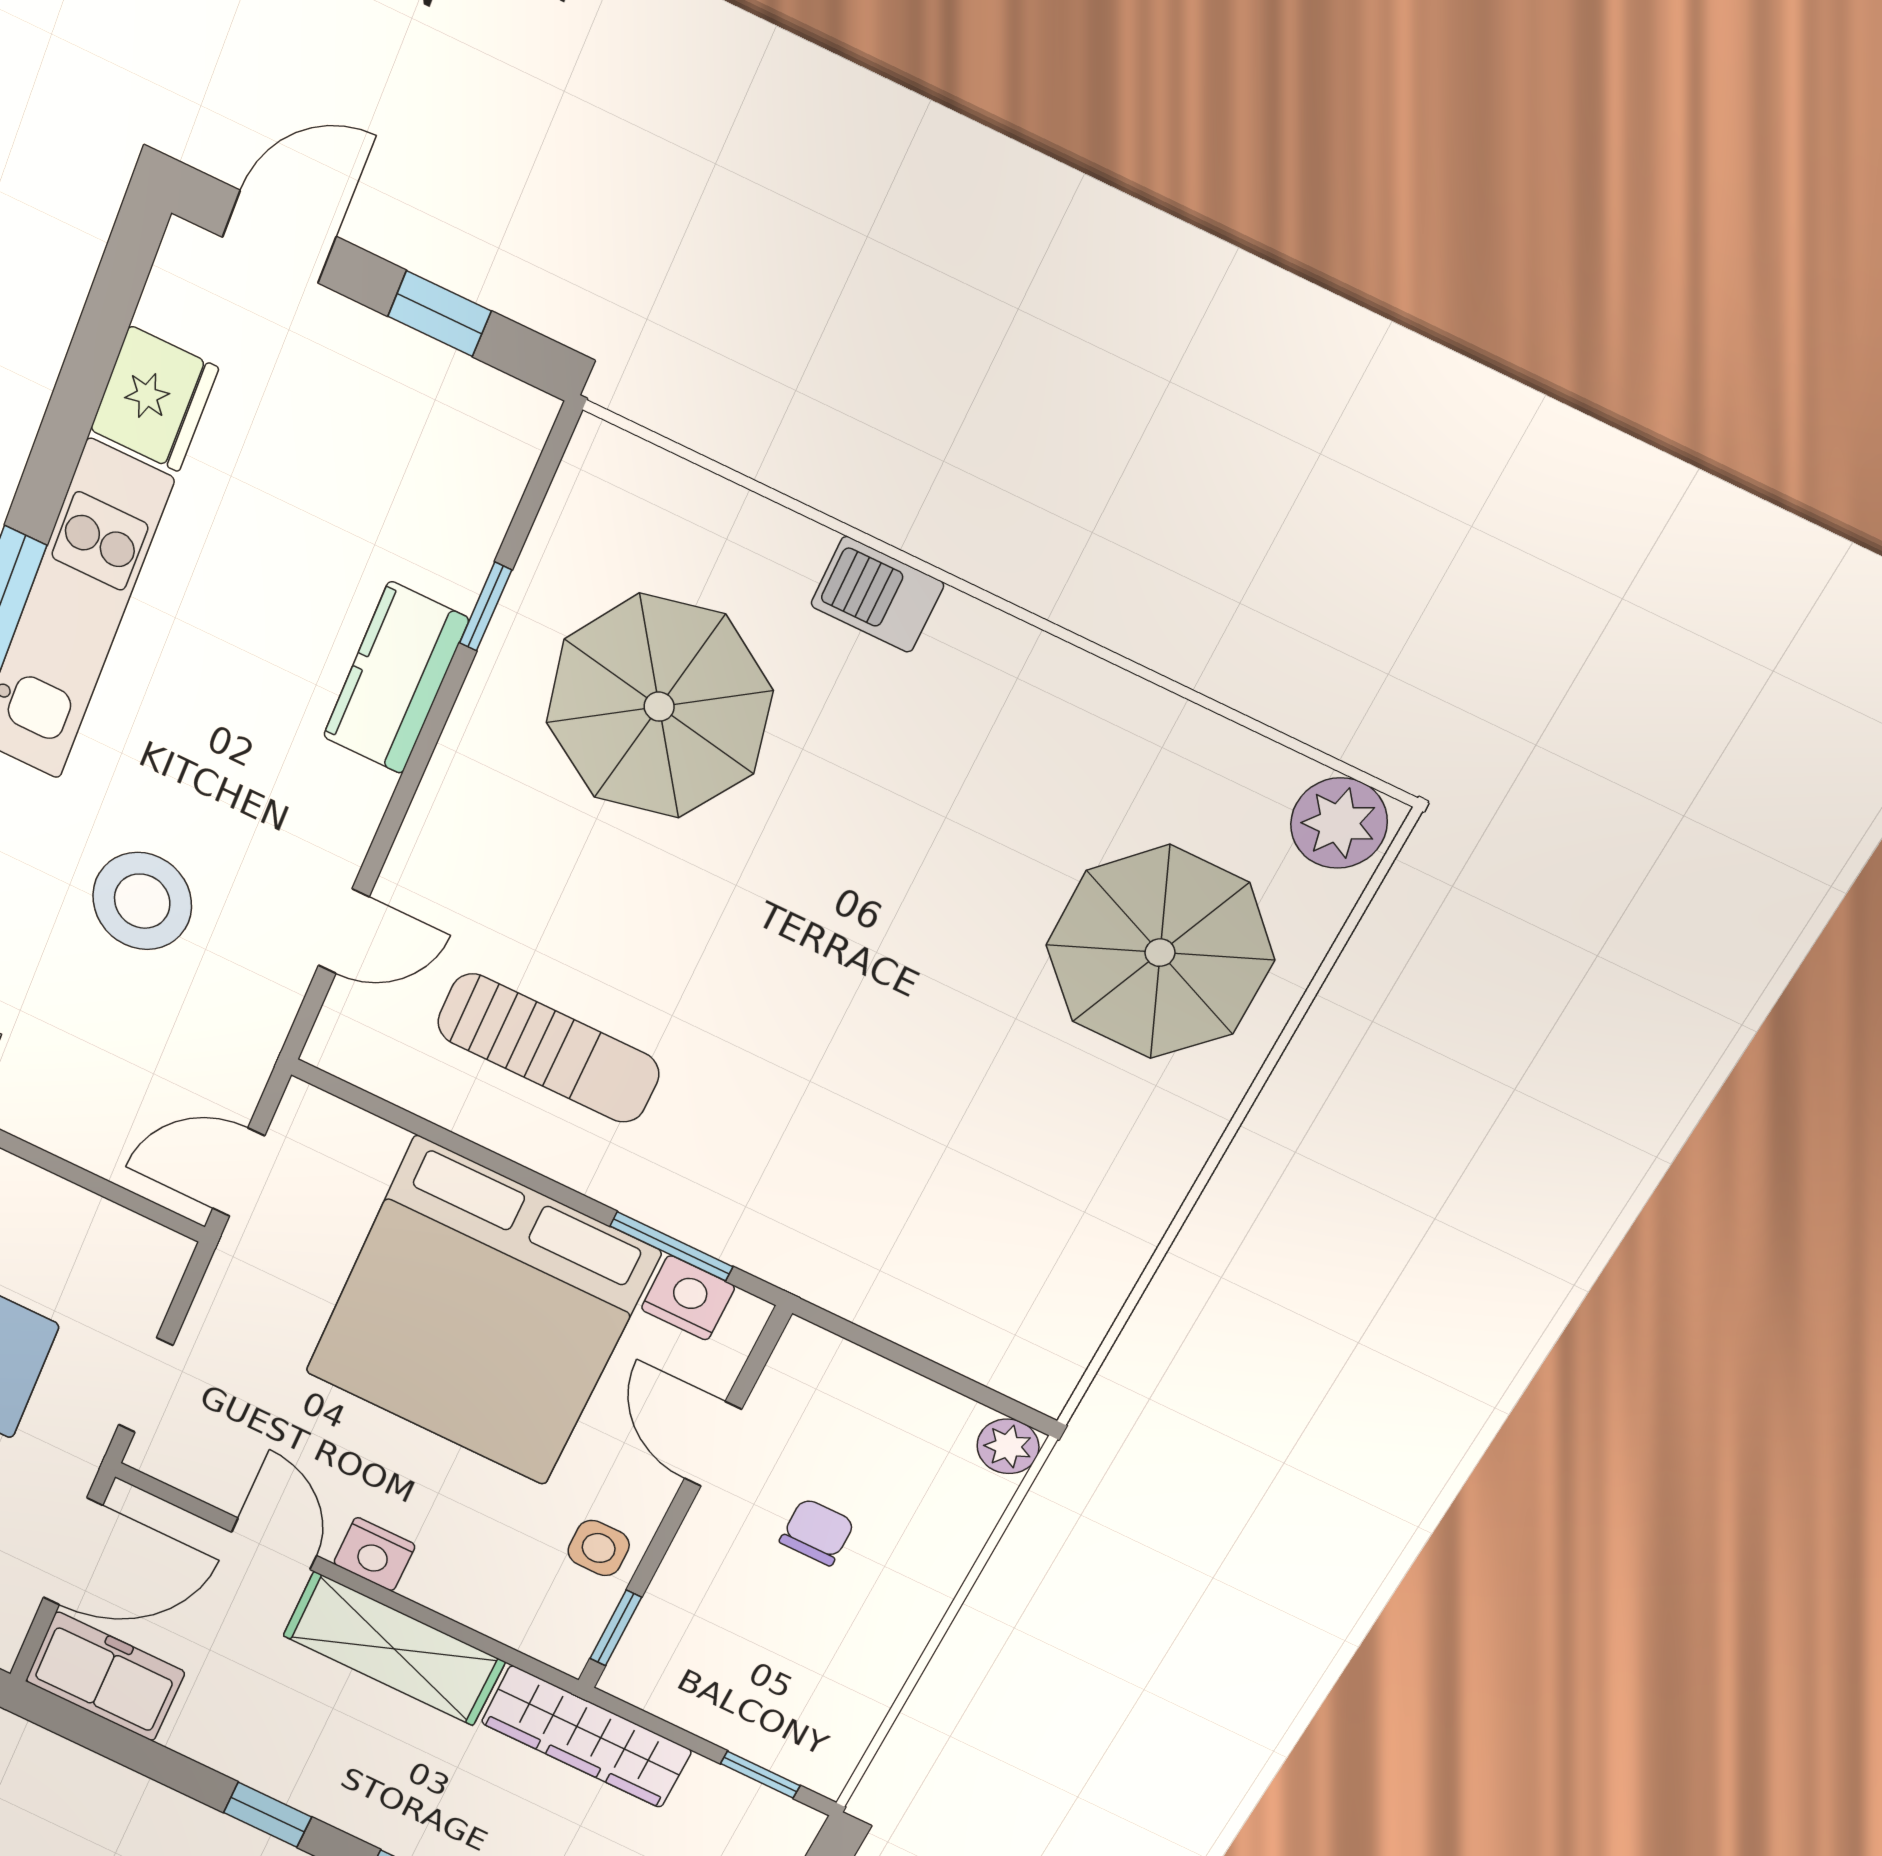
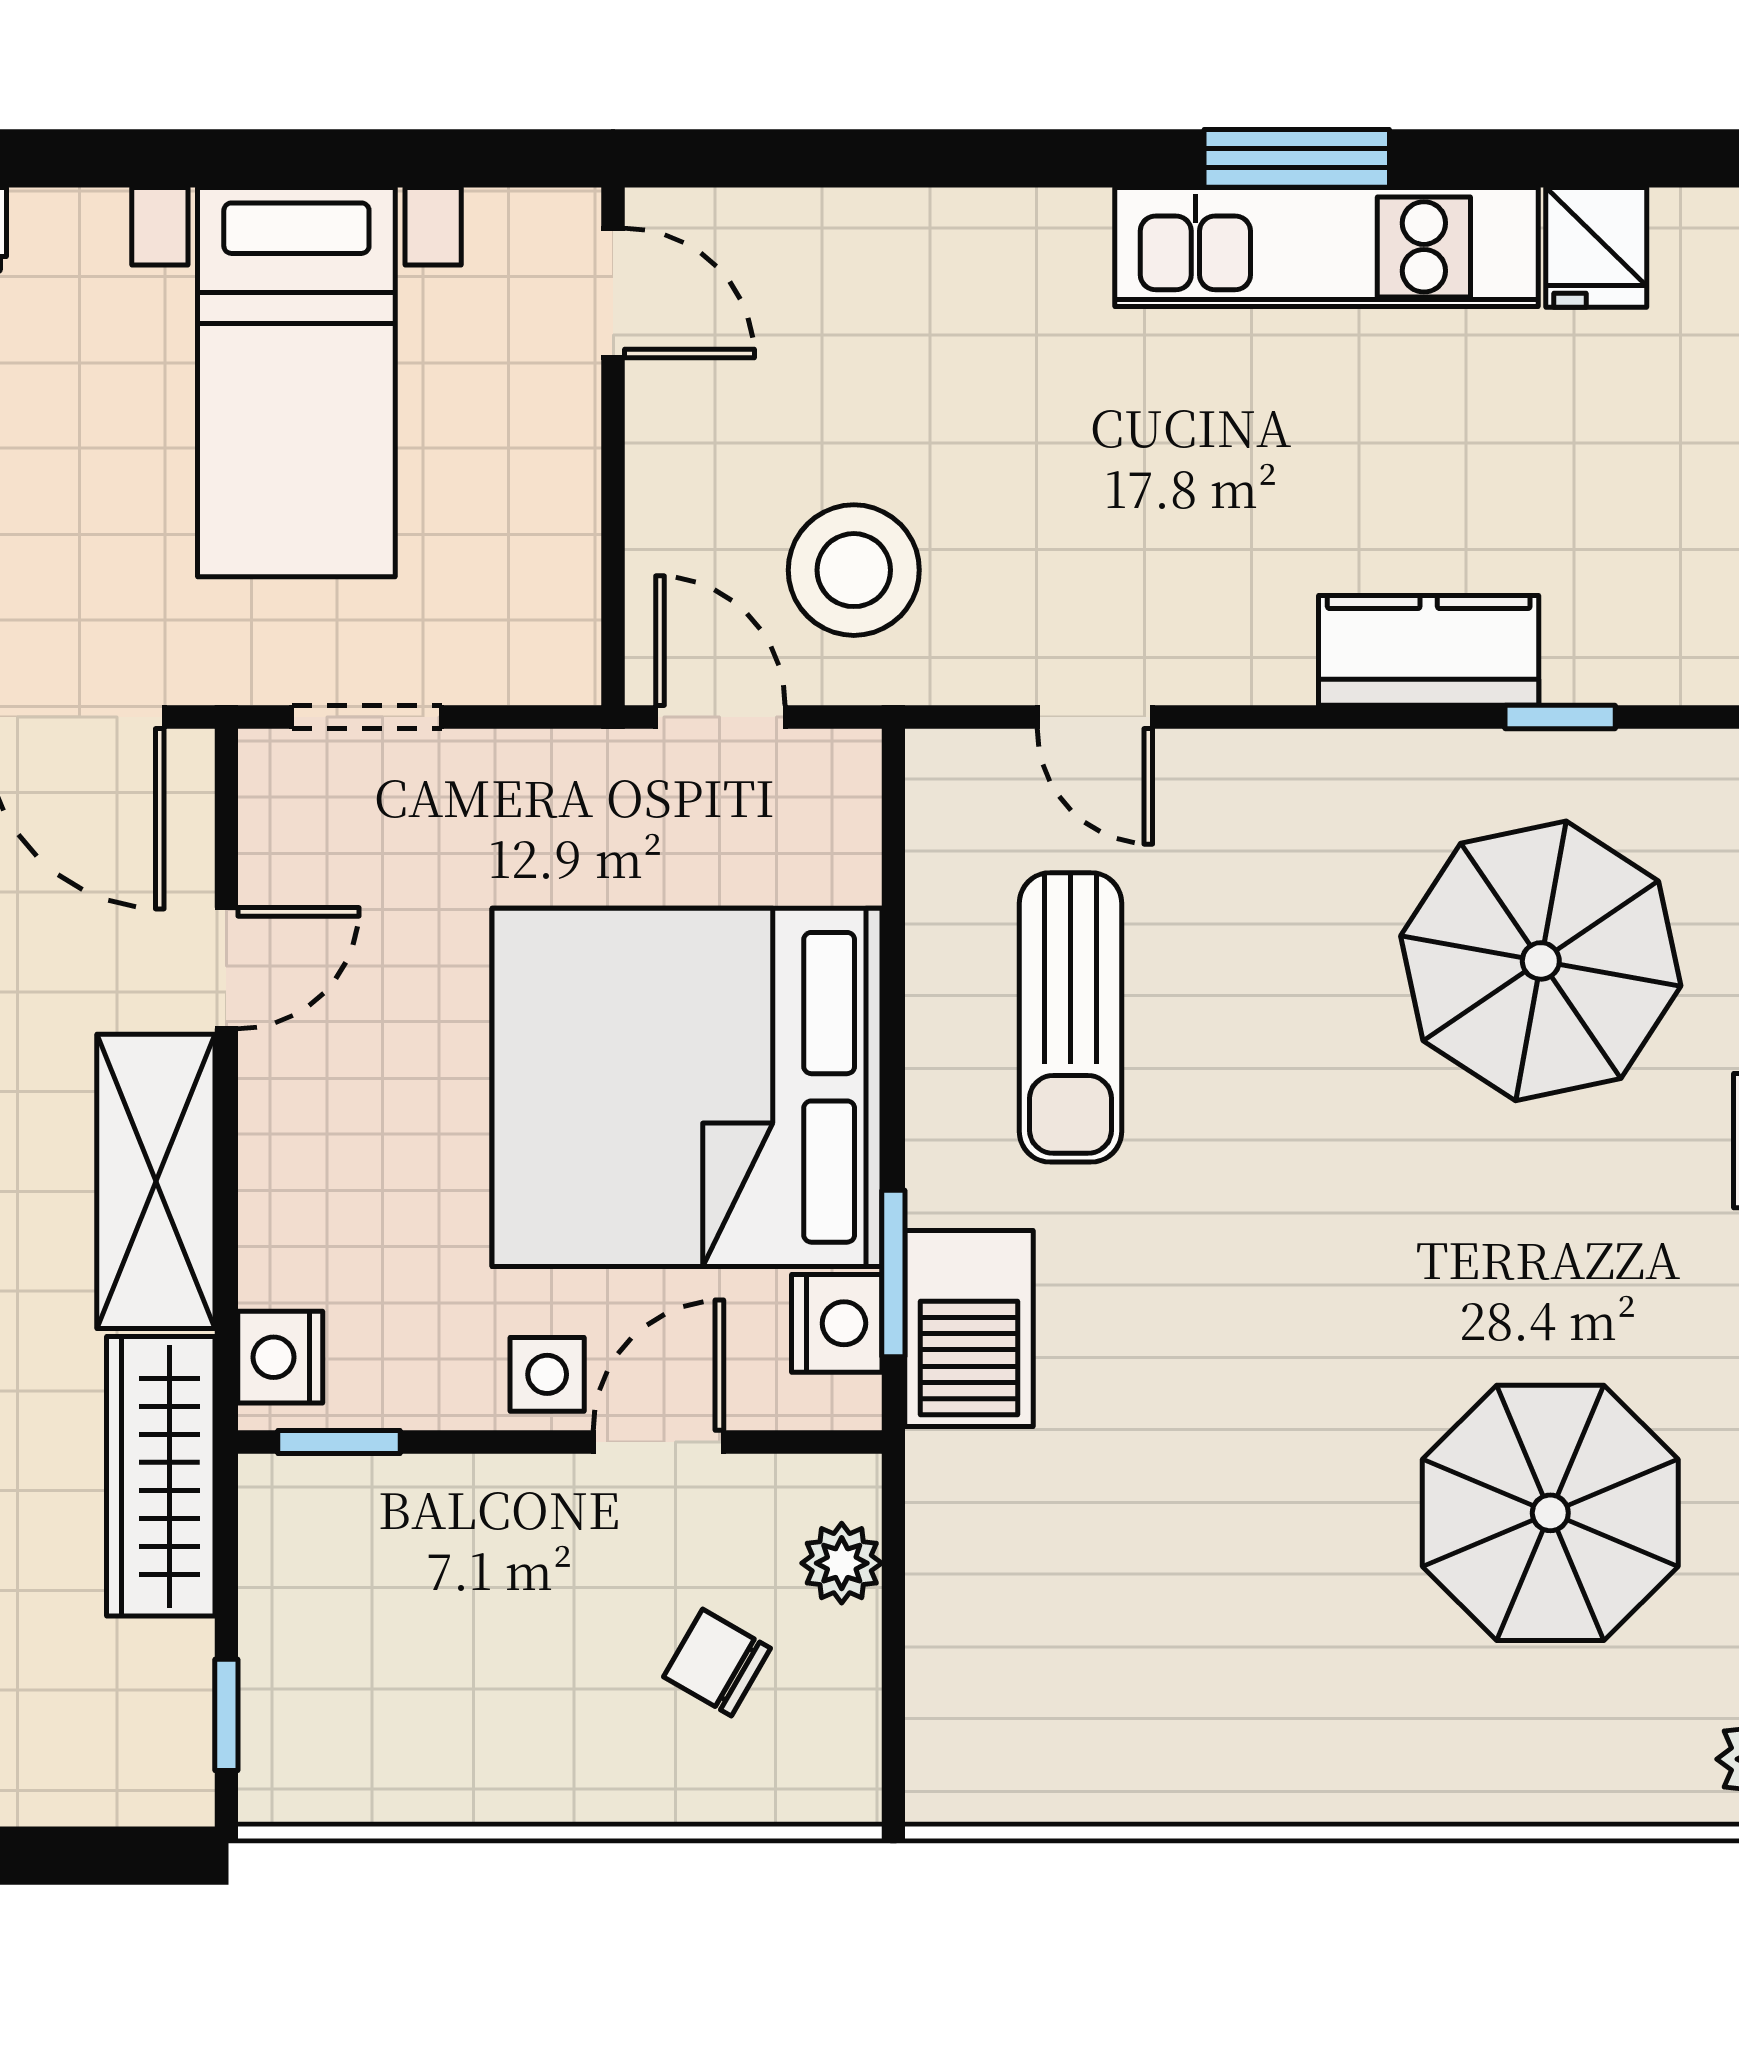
fridge: (154, 399) -> (1596, 247), width x0.72
stool: (142, 901) -> (854, 570), moved
parasol: (1160, 953) -> (1550, 1513), moved
barbecue: (734, 1217) -> (969, 1329), added
plant: (1008, 1446) -> (842, 1563), moved
chair: (817, 1532) -> (717, 1663), moved, turned -150
side table: (599, 1548) -> (547, 1374), moved
nightstand: (374, 1554) -> (280, 1357), moved

